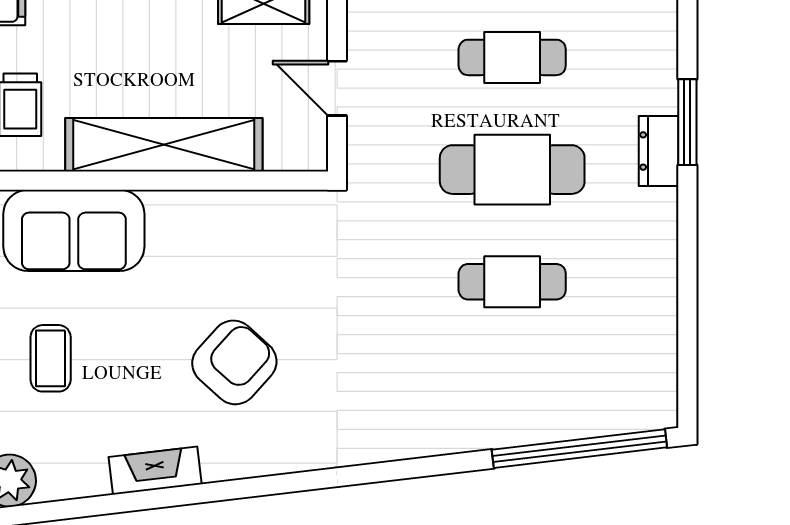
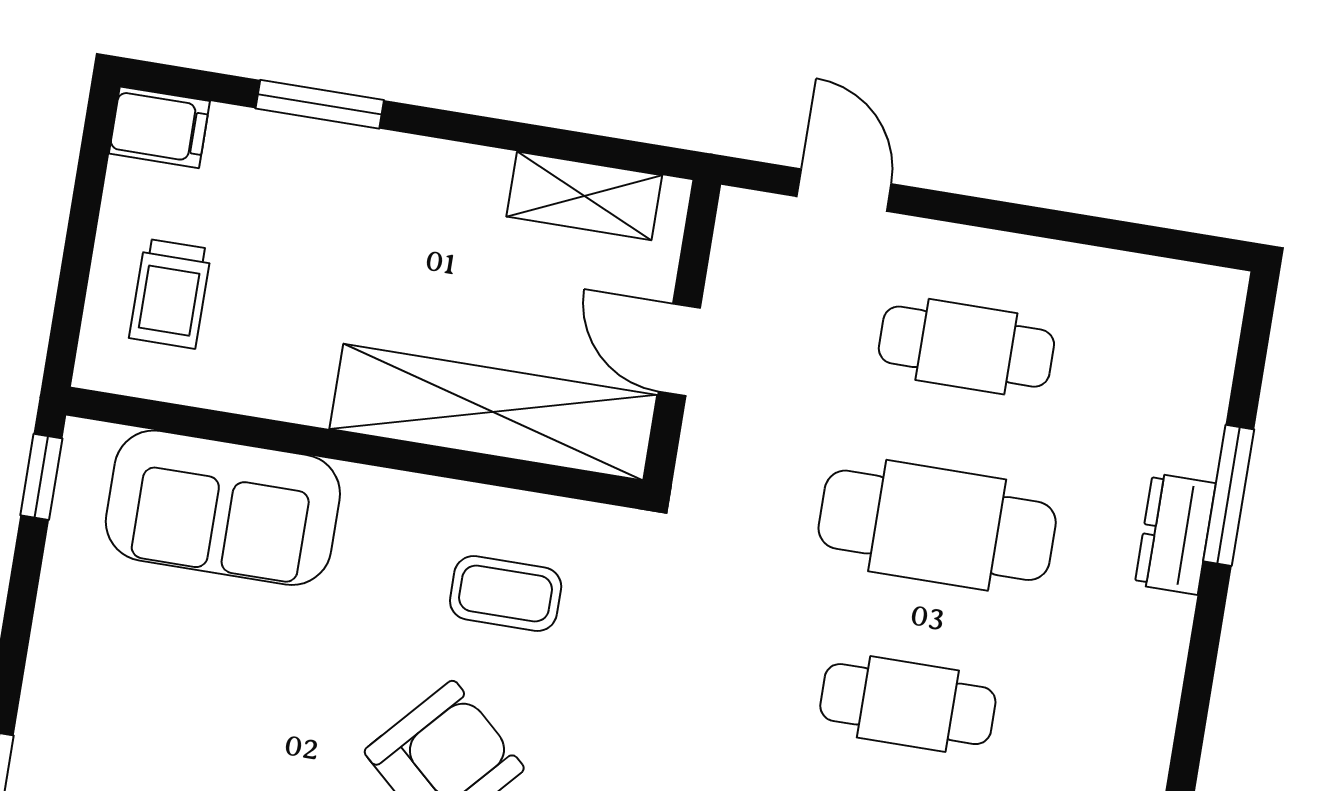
shelving: (164, 145) -> (493, 412), moved
coffee table: (51, 358) -> (506, 594), moved, turned 90

